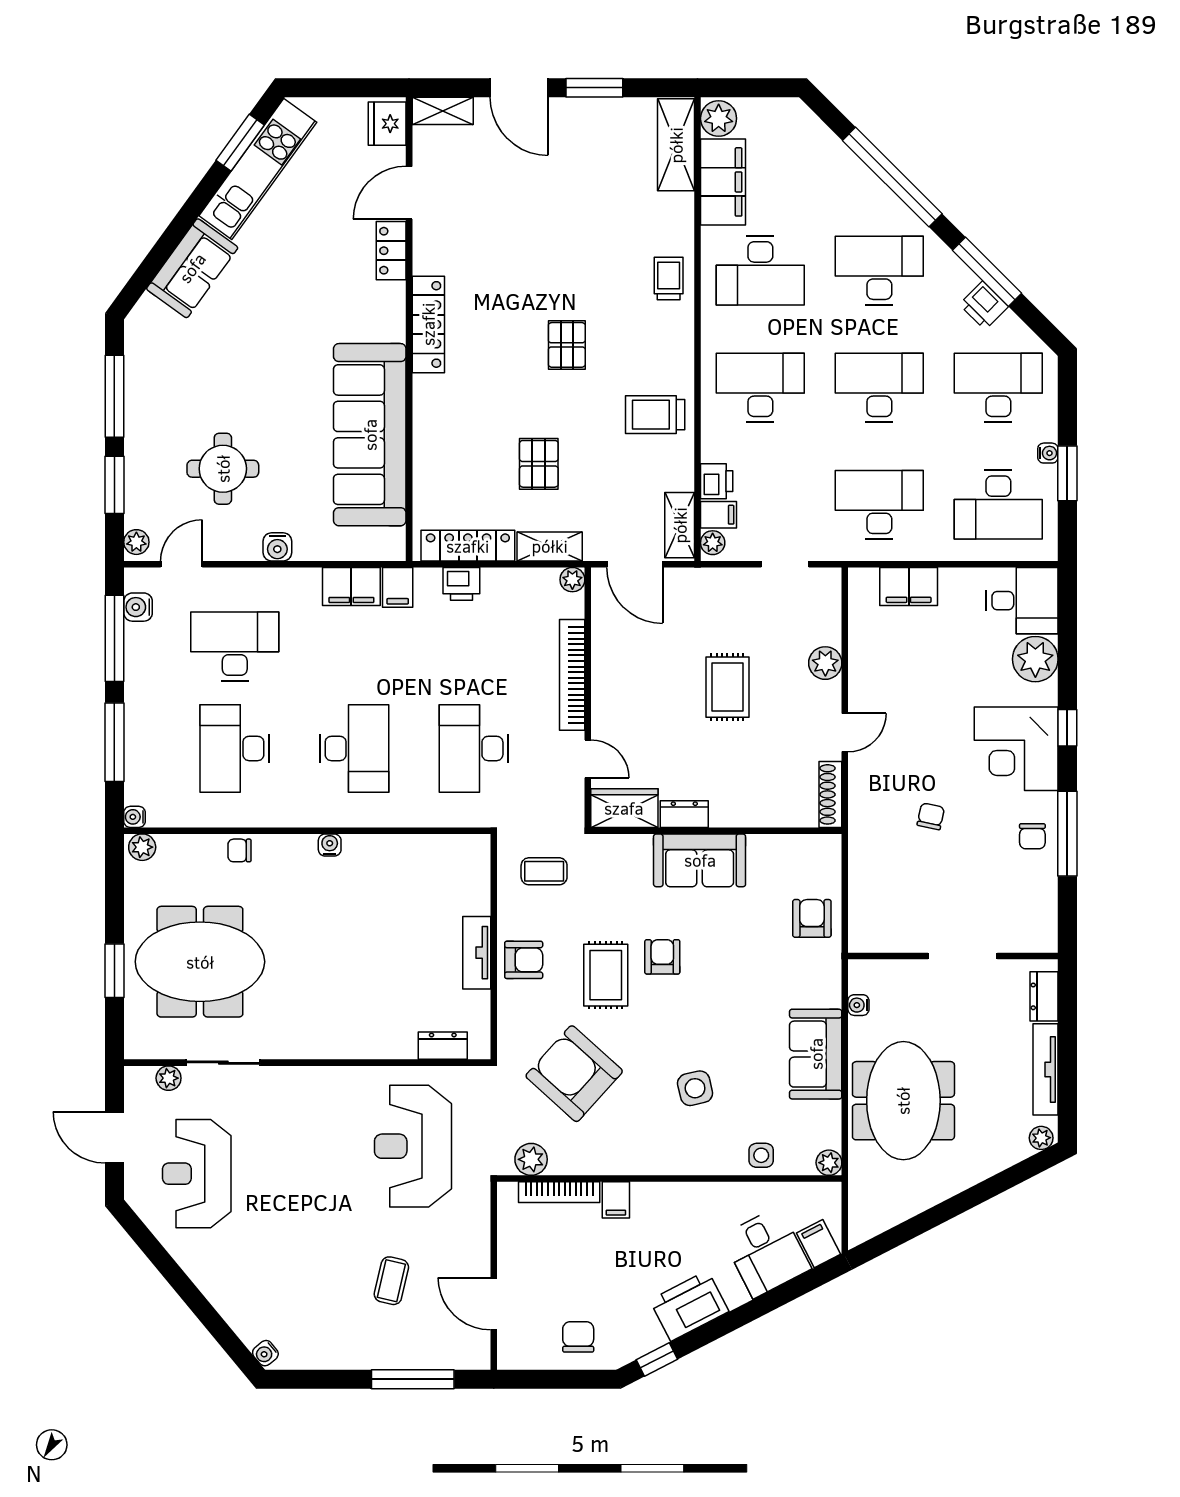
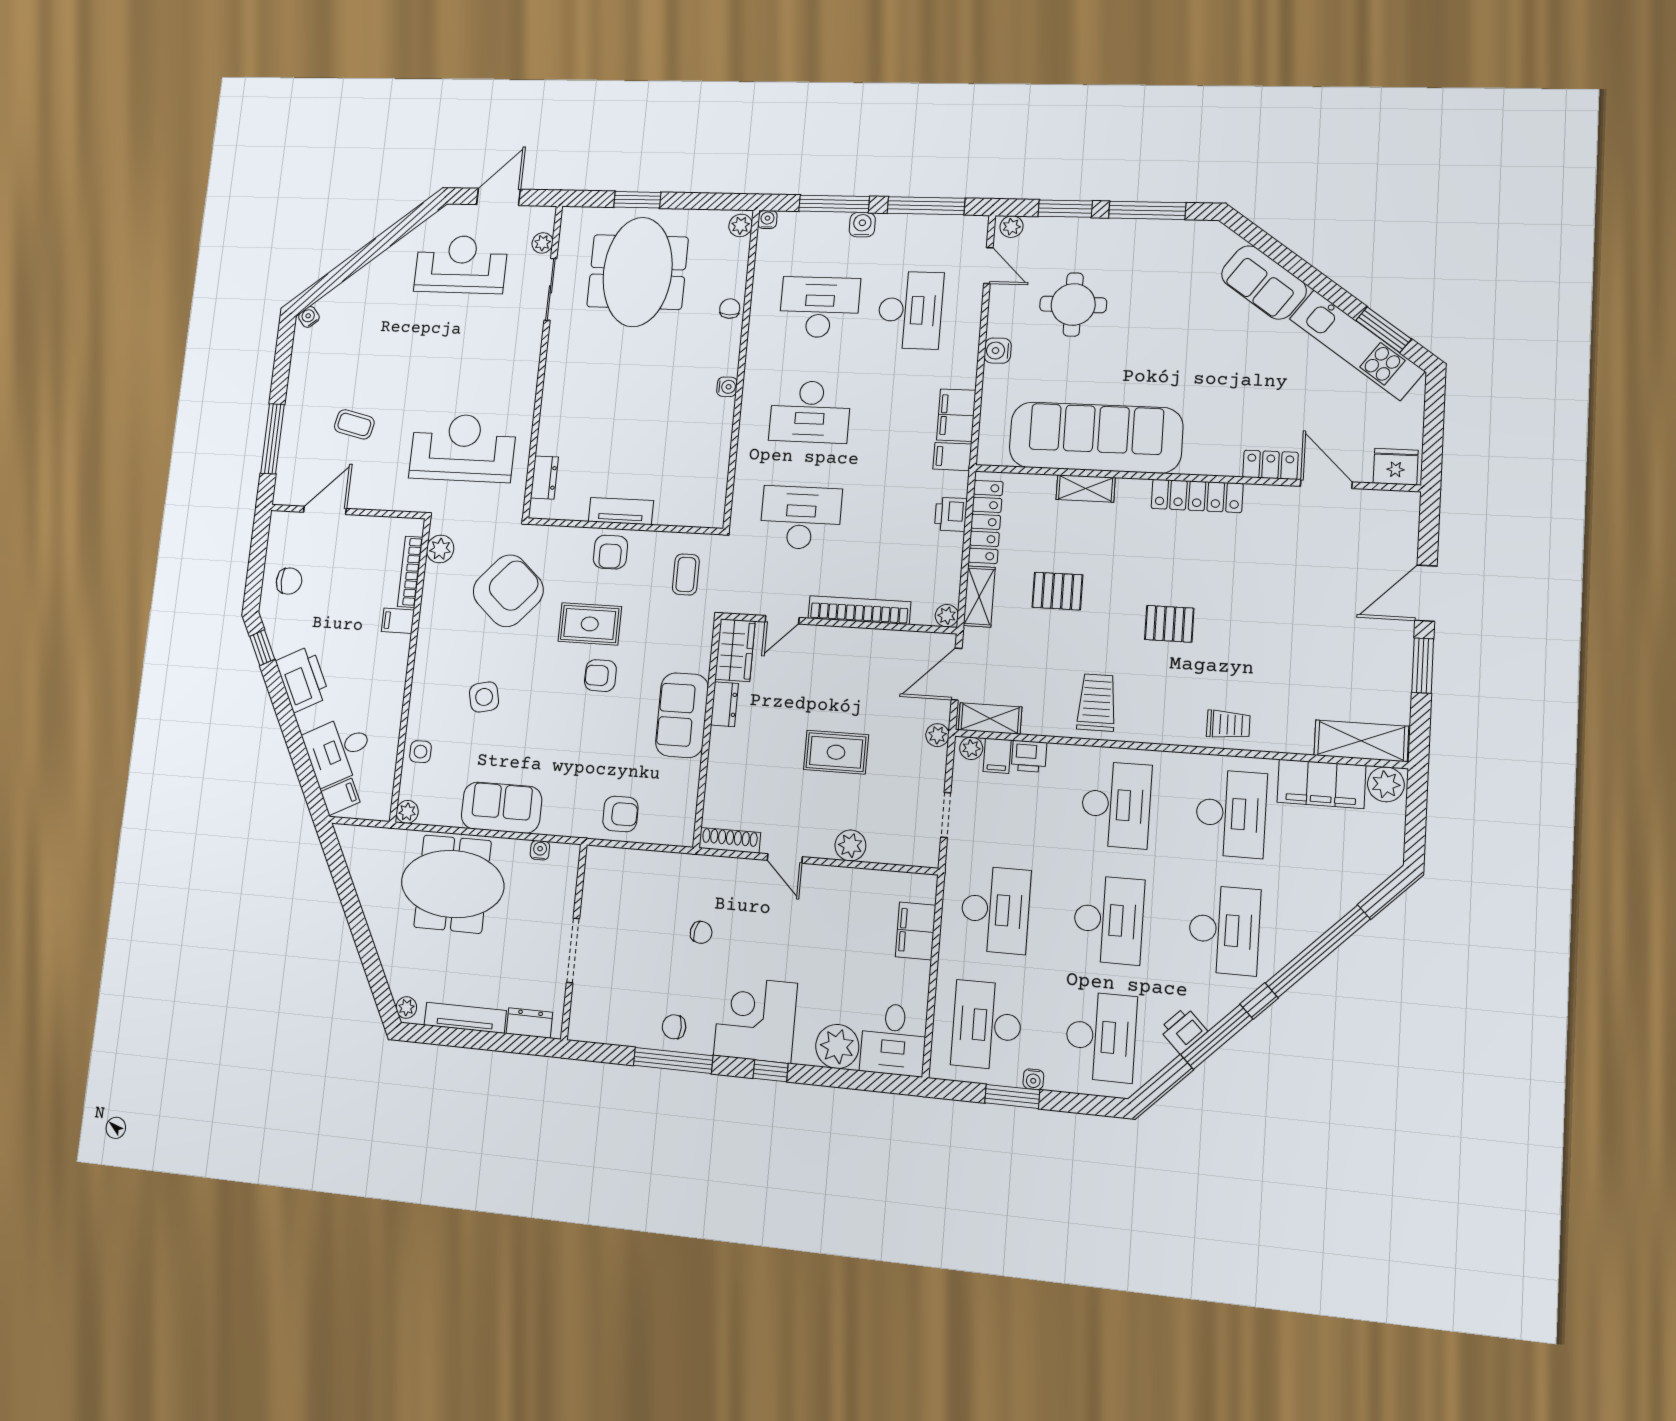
shelving: (443, 111) -> (1086, 488), moved, turned 90
desk: (760, 271) -> (1231, 814), turned 180
plant: (701, 580) -> (937, 735), added
water cooler: (138, 607) -> (862, 225), moved
armchair: (662, 957) -> (600, 676), turned 180

